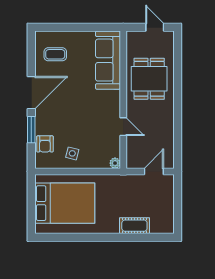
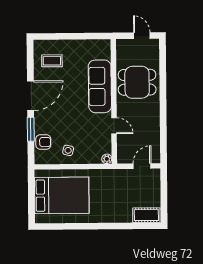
sofa: (108, 60) -> (100, 86), moved
dining table: (149, 79) -> (137, 82), turned 90
armchair: (45, 144) -> (43, 142), turned -90
cot: (134, 226) -> (146, 215), moved

